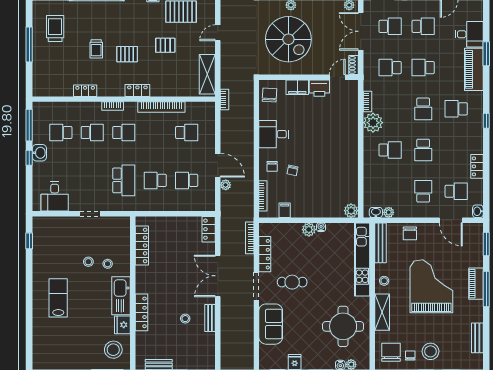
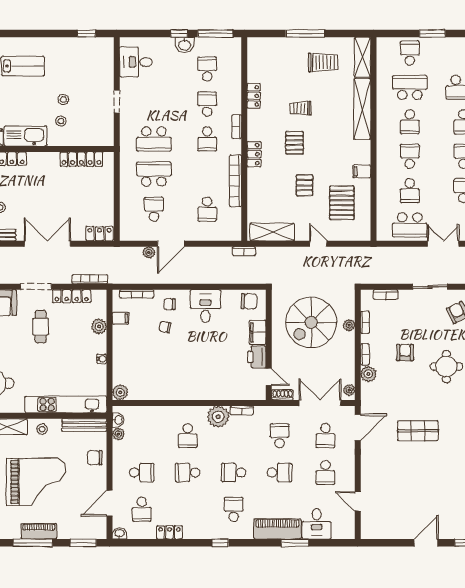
school desk: (423, 68) -> (280, 472), turned 90
school desk: (92, 133) -> (207, 104), turned 180
school desk: (155, 180) -> (154, 174), width x1.85
plant: (309, 230) -> (99, 326), moved

